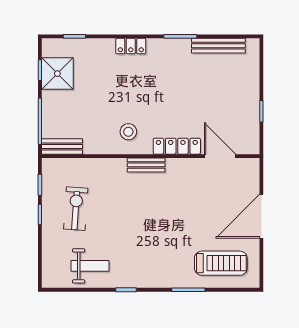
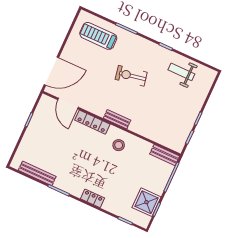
exercise bike: (76, 209) -> (131, 76), moved, turned 75
door: (261, 216) -> (51, 71), moved

